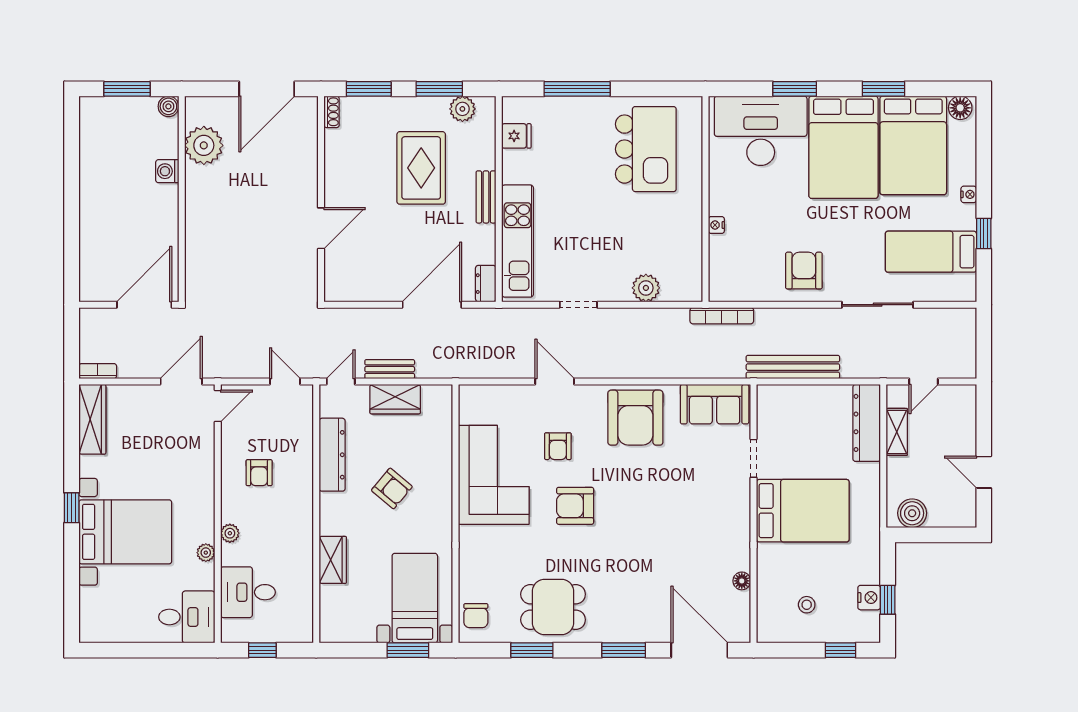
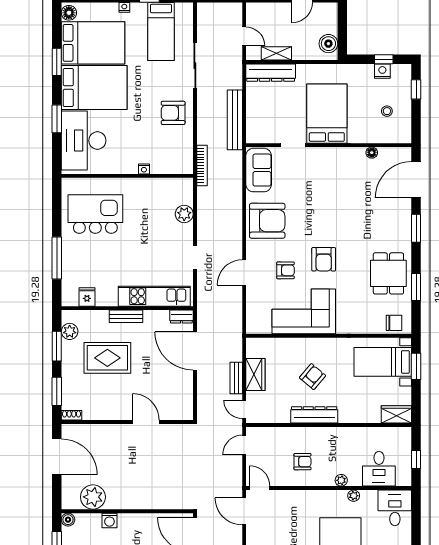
dresser: (332, 455) -> (314, 415), moved
wardrobe: (333, 560) -> (396, 414), moved

